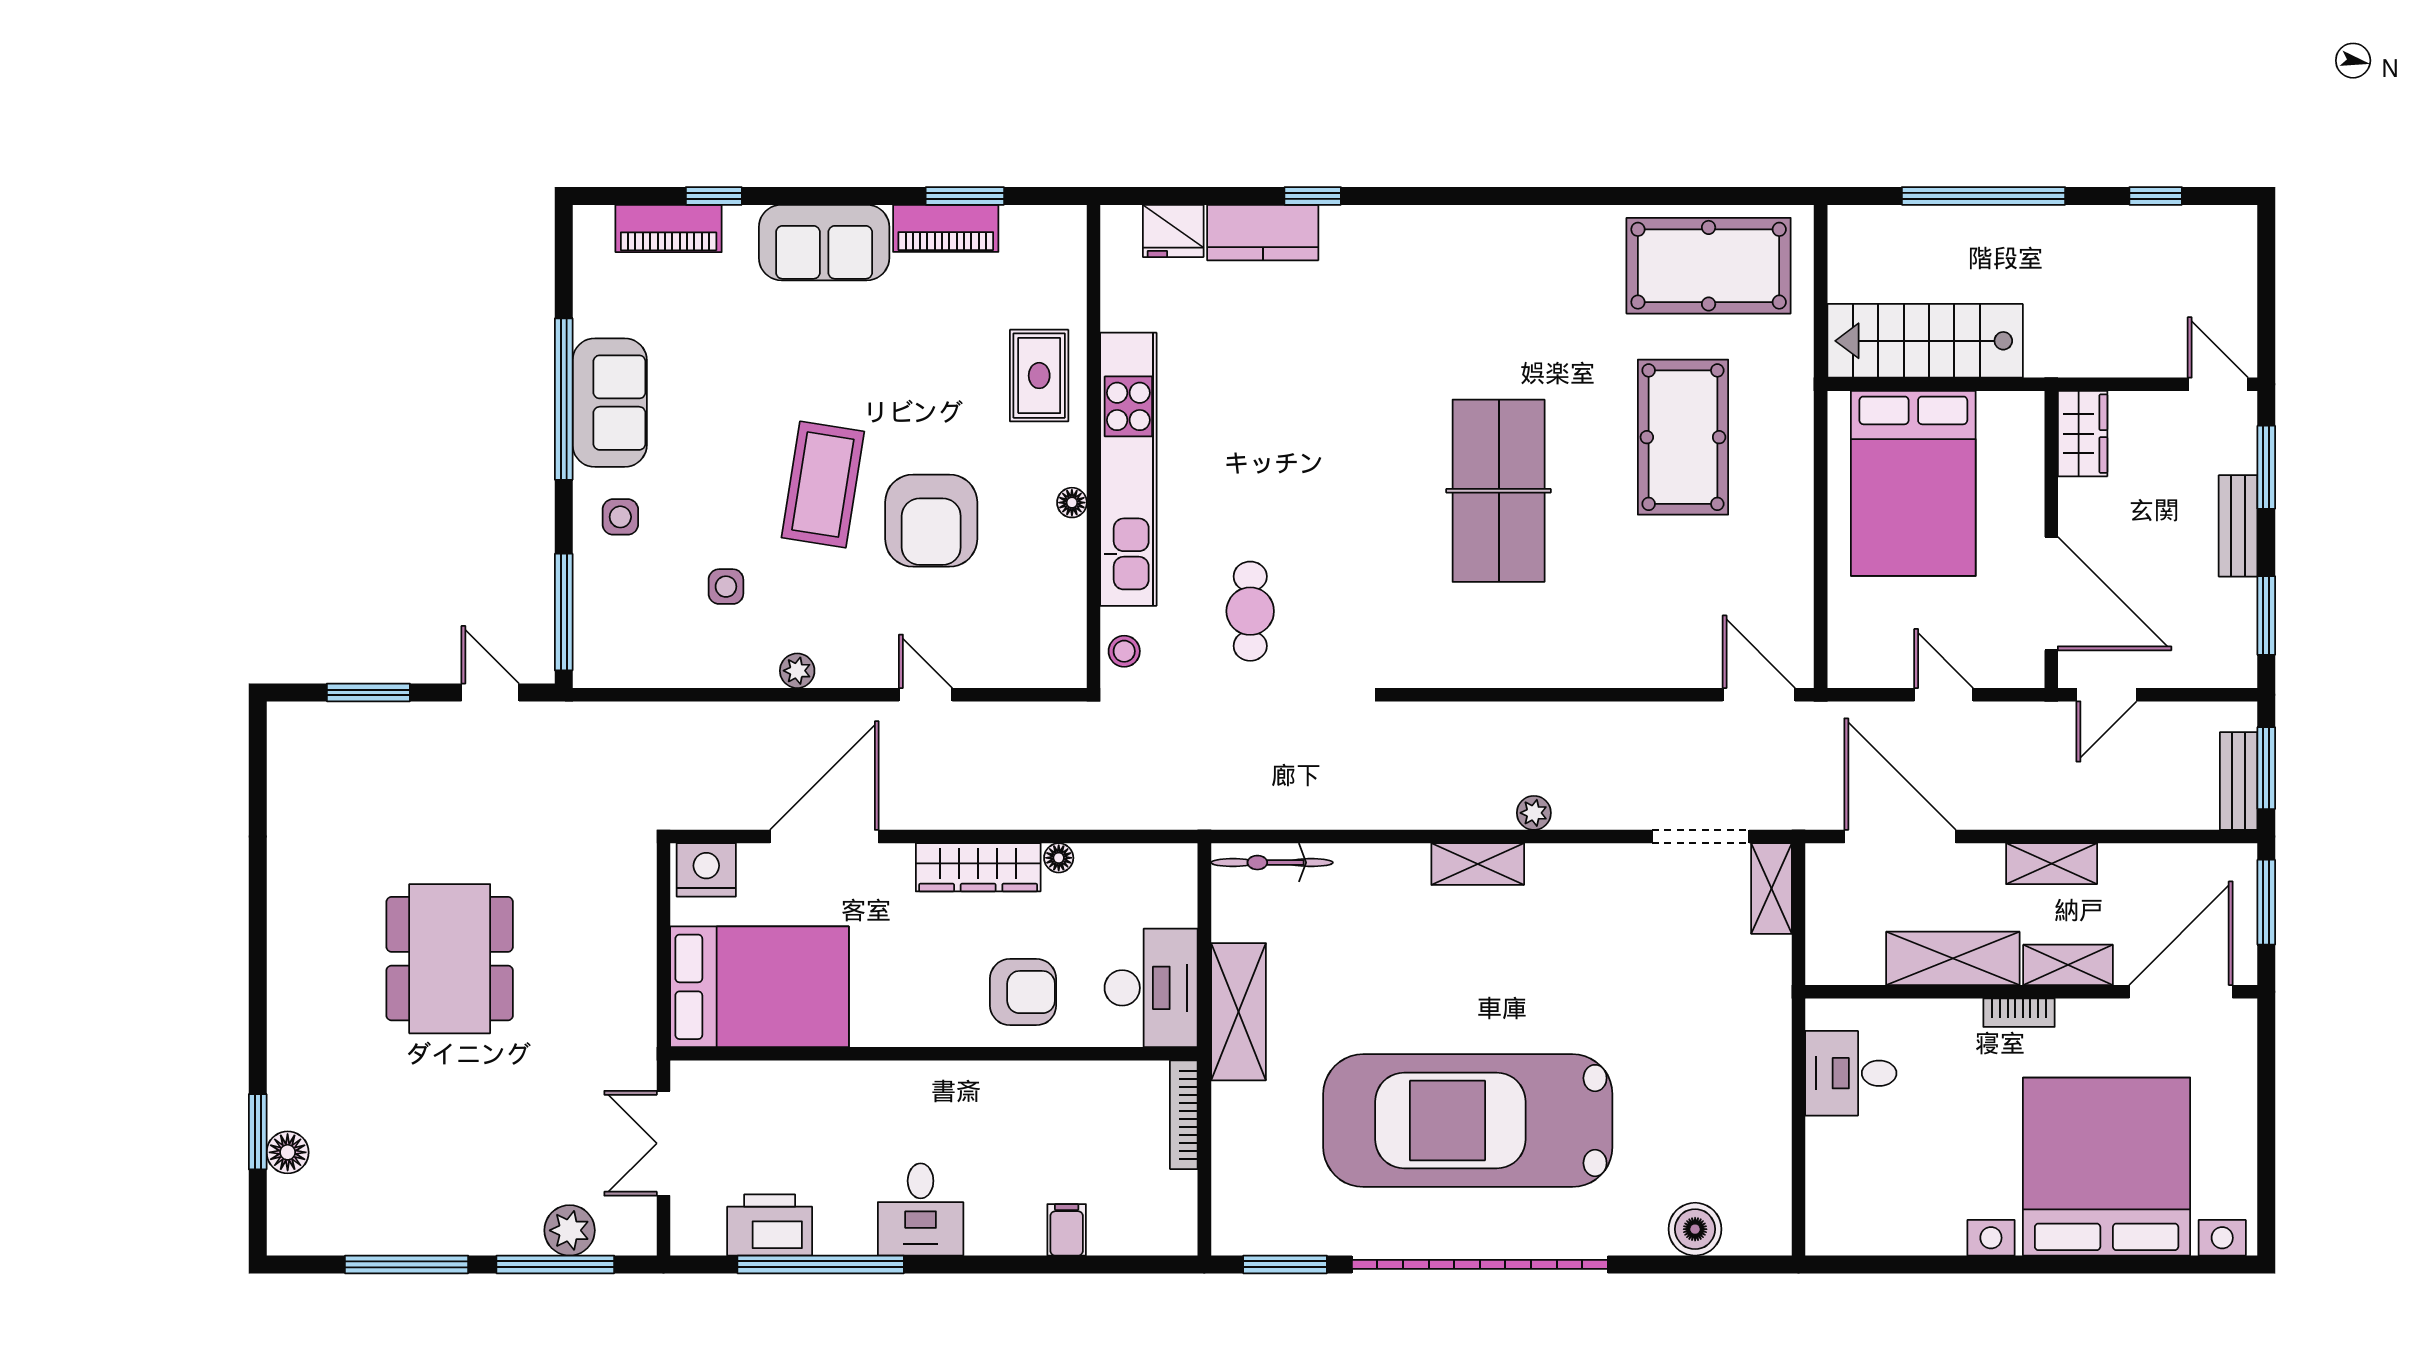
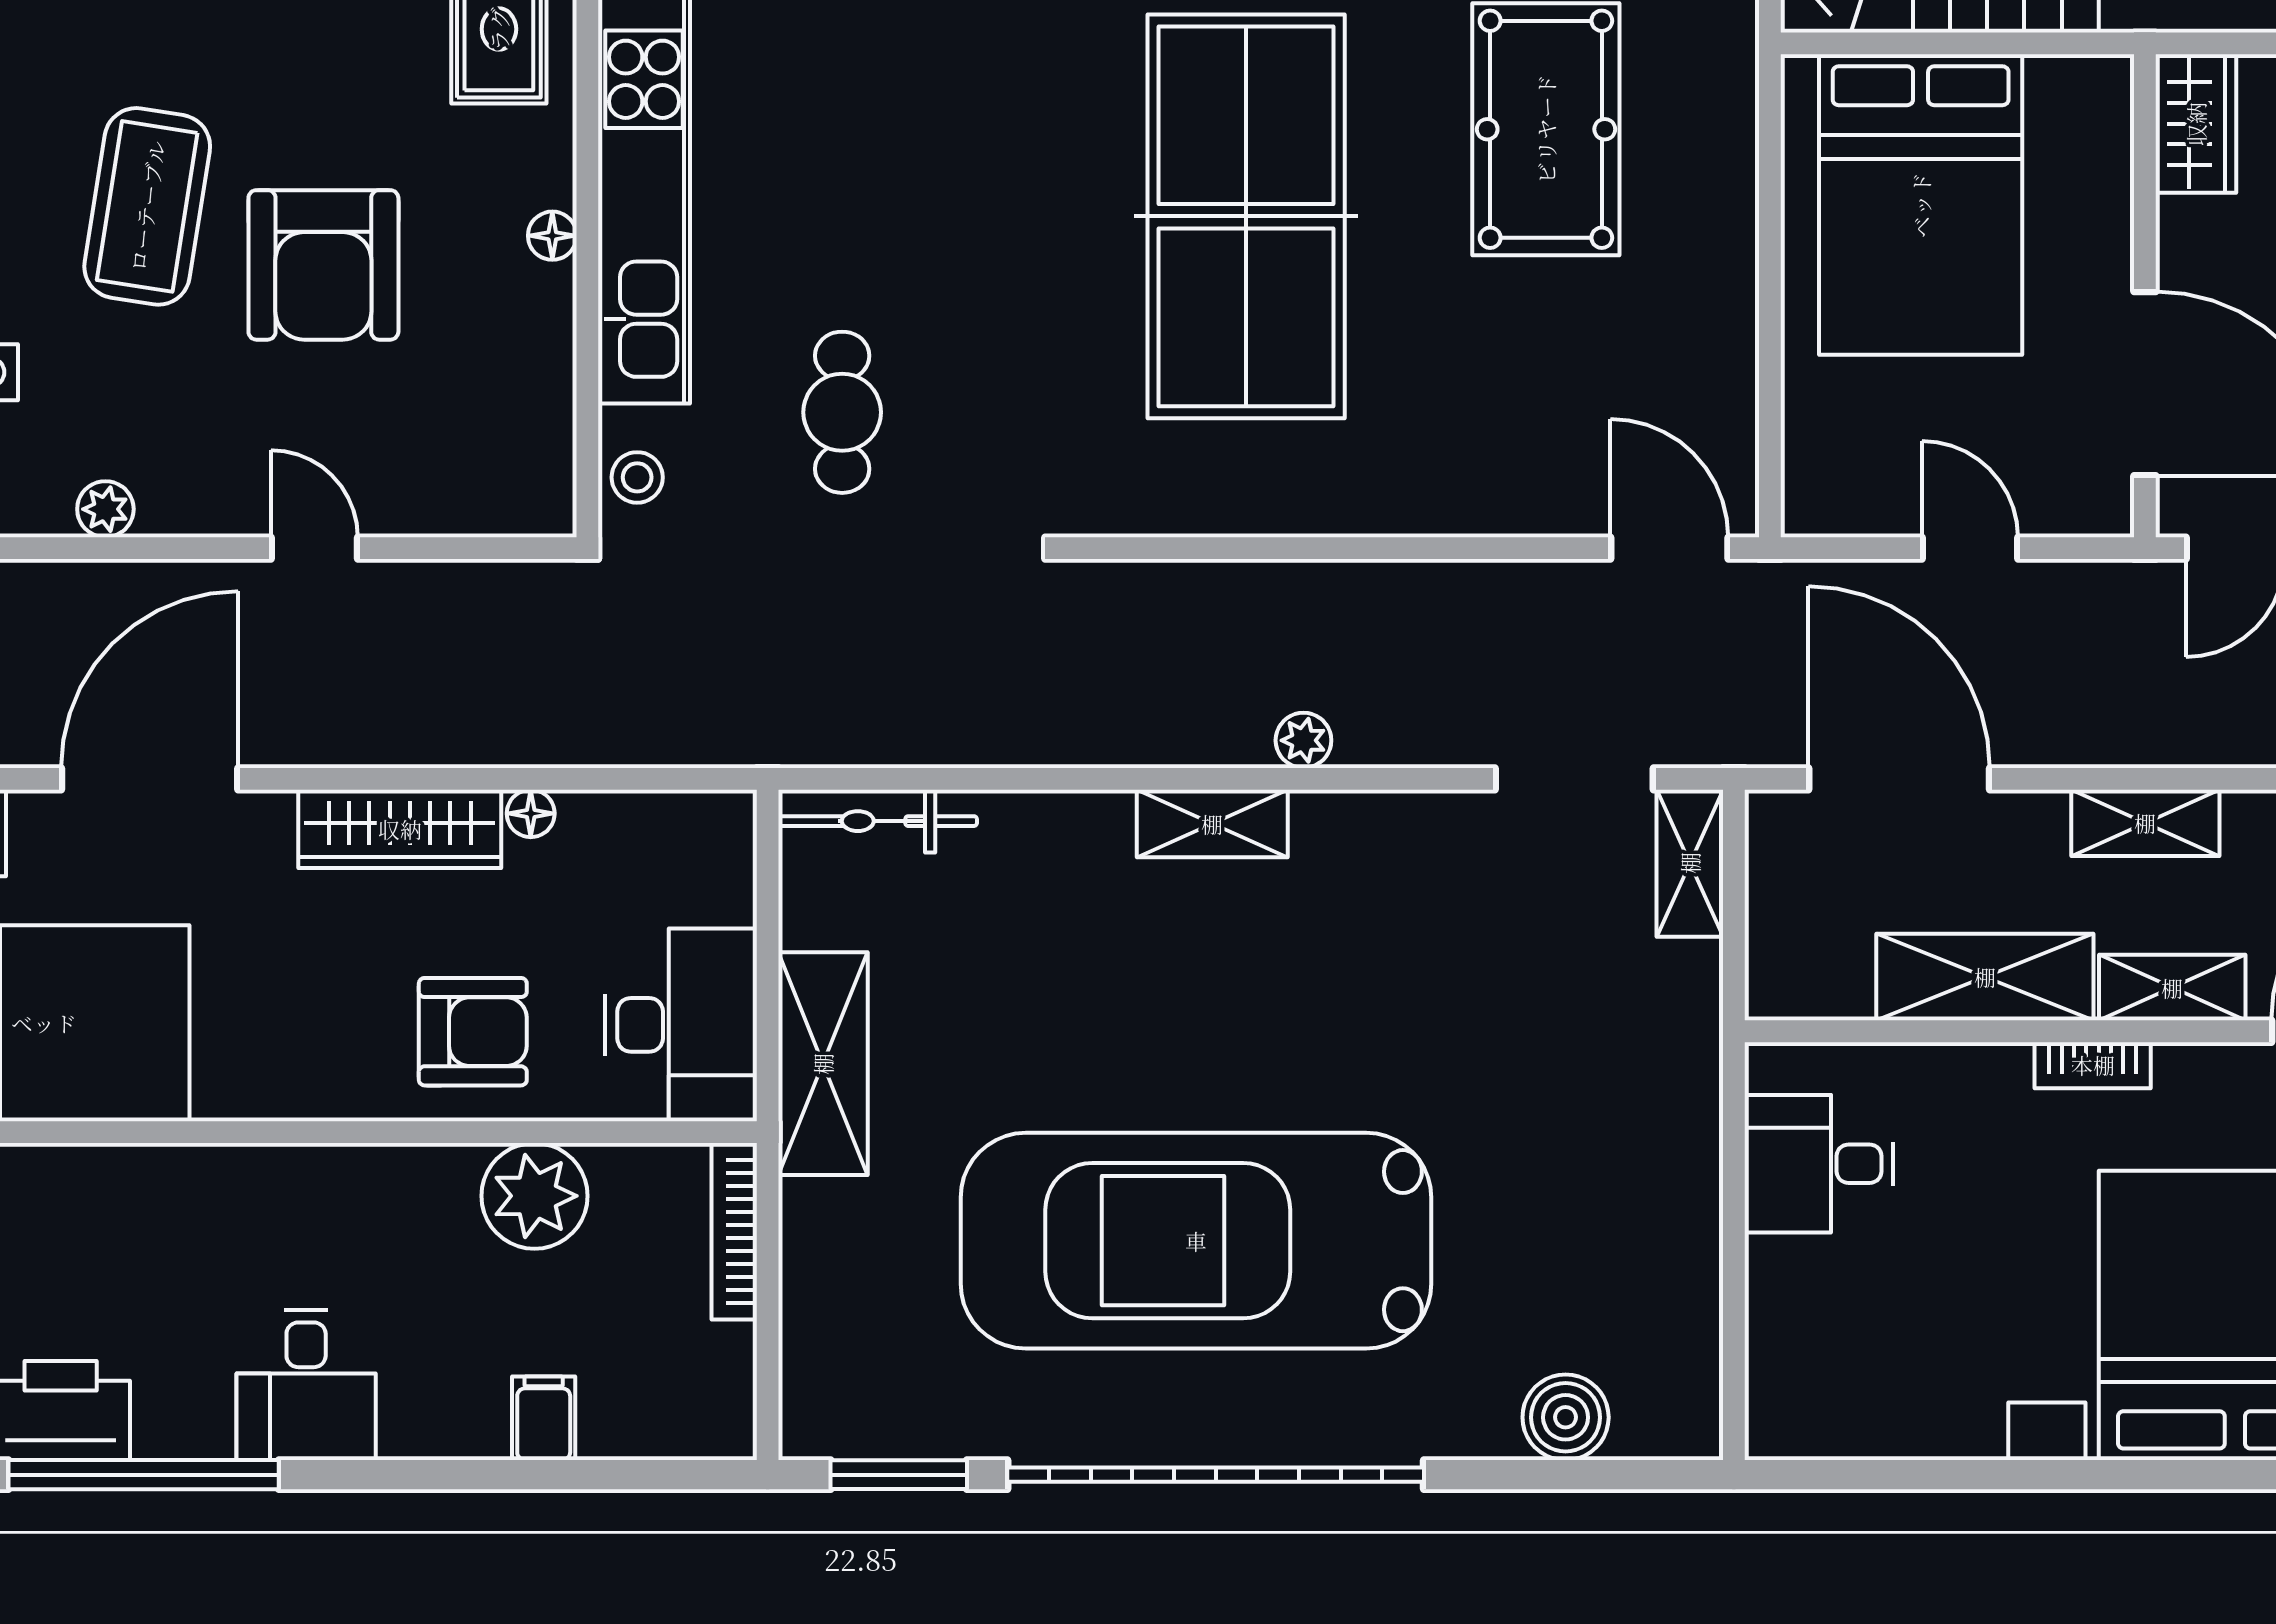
table tennis table: (1499, 491) -> (1246, 216), width x1.36, depth x1.32
plant: (1061, 1093) -> (534, 1196), added

